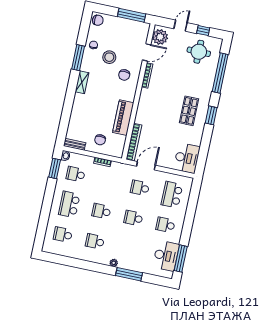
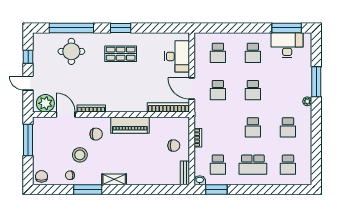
round table: (199, 52) -> (71, 51), moved
piano: (123, 118) -> (130, 125), moved
desk: (187, 158) -> (177, 56), moved, turned 90
school desk: (172, 195) -> (218, 53), width x0.54

